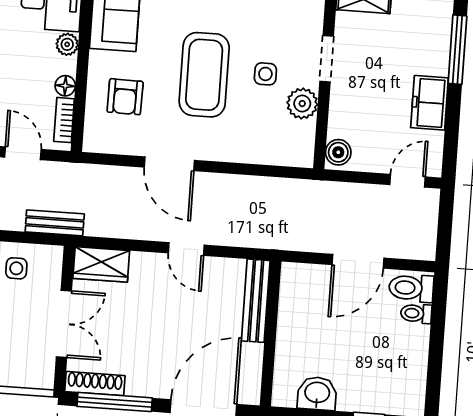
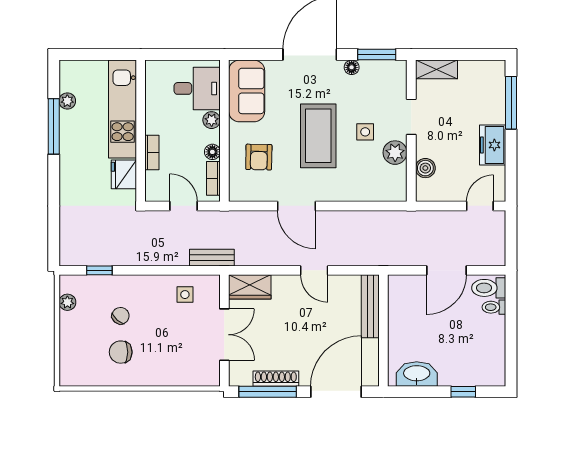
boiler: (338, 152) -> (425, 168), moved
shoe rack: (95, 384) -> (276, 379), moved
washbasin: (317, 393) -> (417, 374), width x1.38

